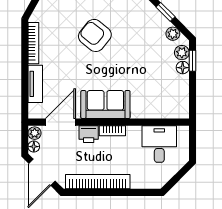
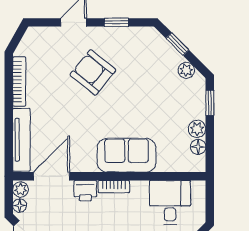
plant: (182, 53) -> (197, 129), moved
floor lamp: (183, 68) -> (198, 147), moved
tv unit: (35, 84) -> (21, 140), width x1.41
sofa: (105, 105) -> (127, 155), moved

